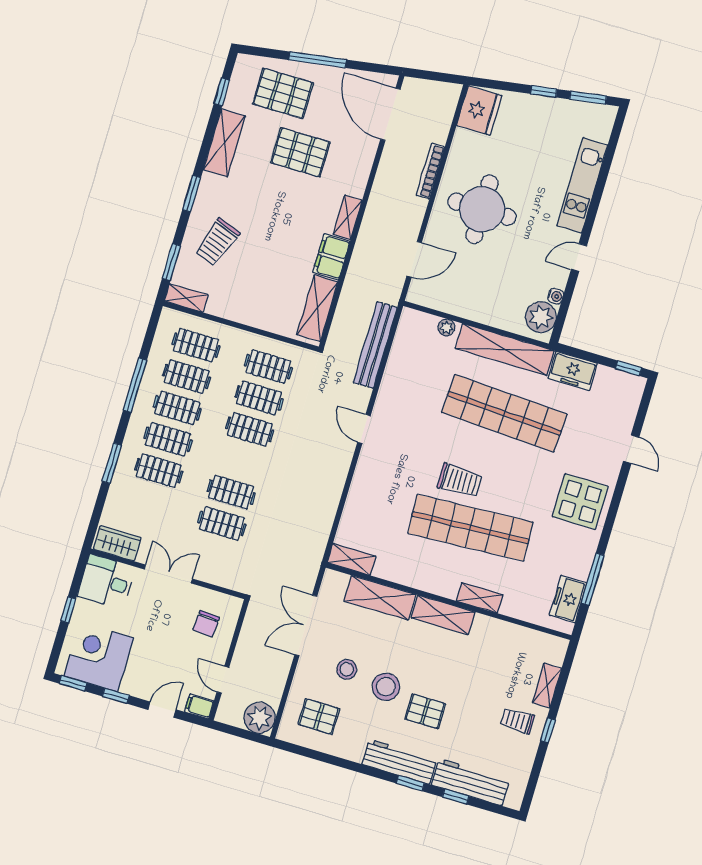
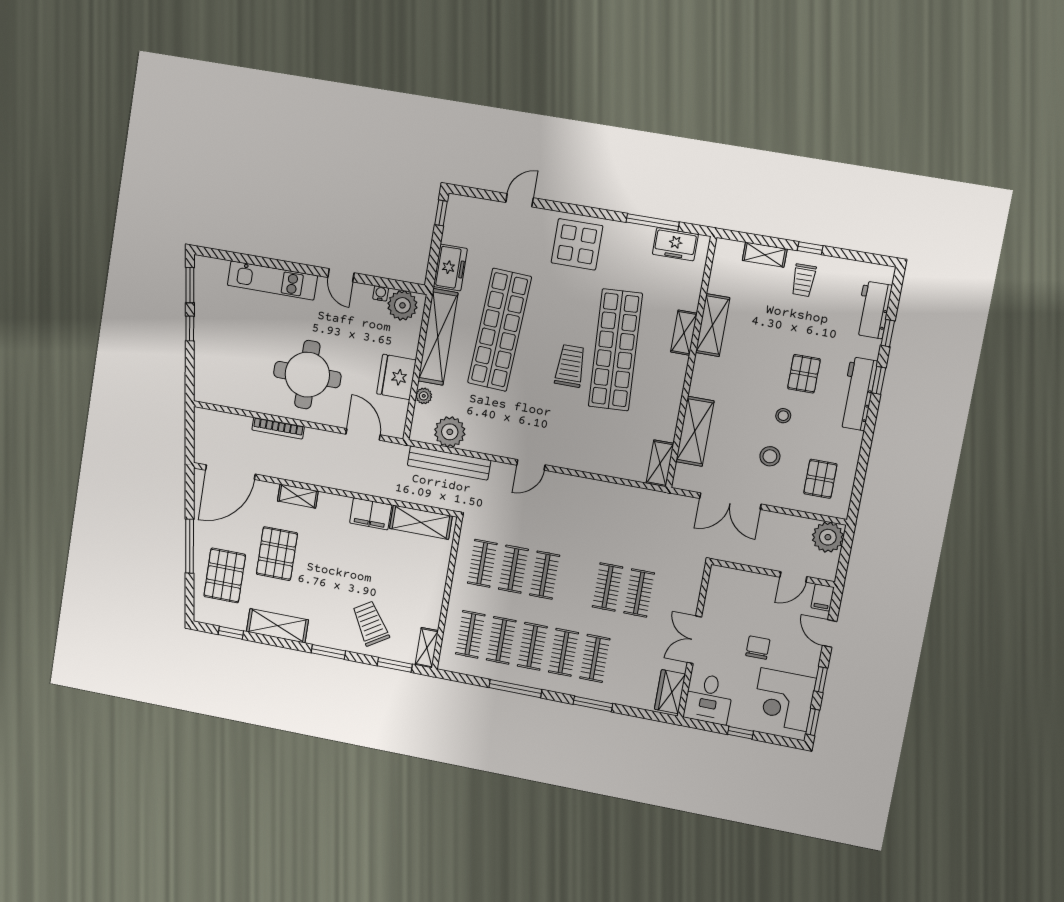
fridge: (479, 111) -> (396, 377), moved, turned -90
shelving: (348, 217) -> (298, 496), moved
trolley: (217, 242) -> (371, 624), turned -142
plant: (407, 350) -> (450, 432), added
shelving: (443, 615) -> (713, 325), moved
chair: (206, 624) -> (758, 648), moved, turned -94
stool: (386, 687) -> (783, 416), width x0.53, depth x0.53
workbench: (470, 782) -> (873, 310), width x0.73

